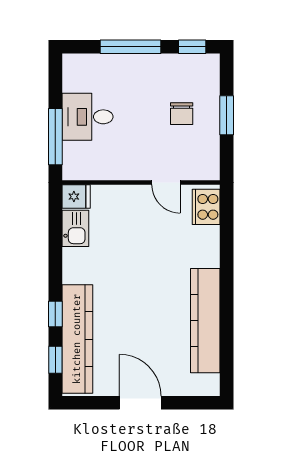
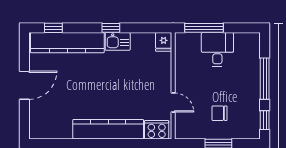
door: (166, 182) -> (173, 102), swing flipped
kitchen sink: (75, 228) -> (118, 41), moved
window: (55, 314) -> (111, 28), moved
kitchen counter: (205, 321) -> (108, 129), moved

